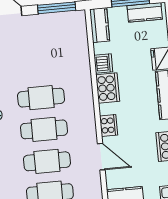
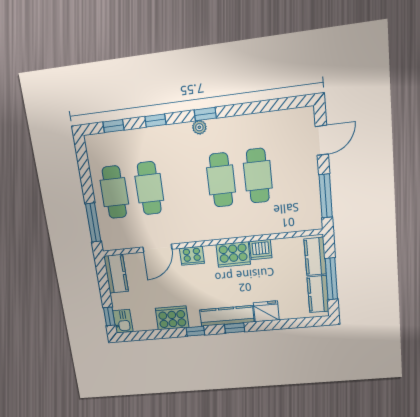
kitchen counter: (100, 25) -> (315, 256), moved, turned 90
cafe table: (44, 129) -> (258, 176), moved

